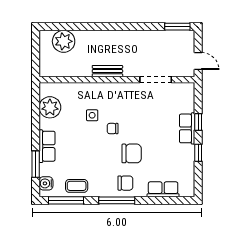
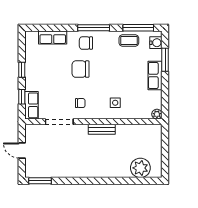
bench: (107, 71) -> (102, 129), moved
wall: (117, 80) -> (93, 122), moved
doorway: (156, 80) -> (59, 122), moved
plant: (50, 107) -> (157, 114), width x0.53, depth x0.53
row of seats: (187, 128) -> (32, 105), moved
chair: (113, 129) -> (80, 103), moved

